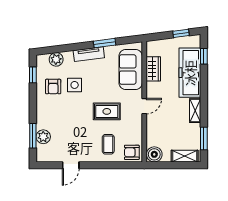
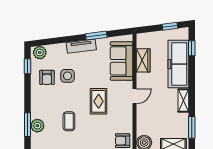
plant: (56, 59) -> (40, 53), moved
rug: (107, 111) -> (99, 101), turned 90
coffee table: (108, 144) -> (69, 121), moved

